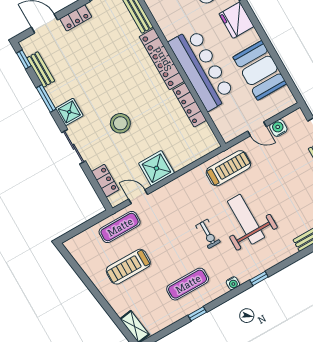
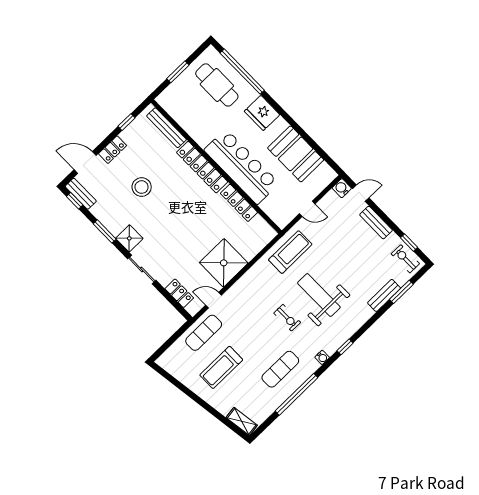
bench: (41, 69) -> (81, 194), moved
stool: (120, 123) -> (142, 187), moved
water cooler: (278, 128) -> (342, 188), moved
shower: (156, 168) -> (224, 263), width x1.37, depth x1.37
window: (197, 314) -> (296, 394), width x3.17

